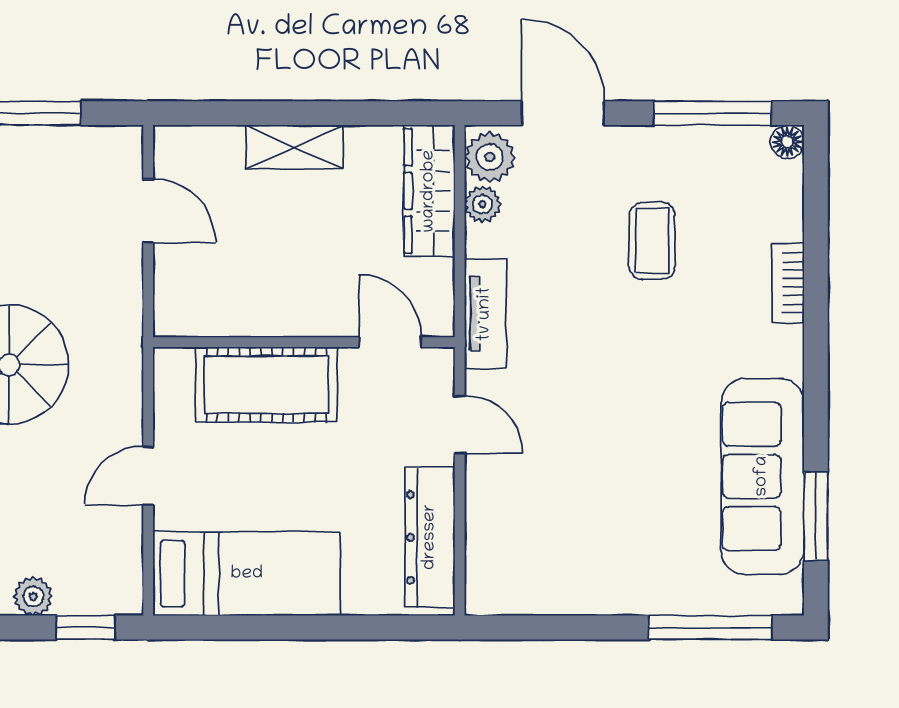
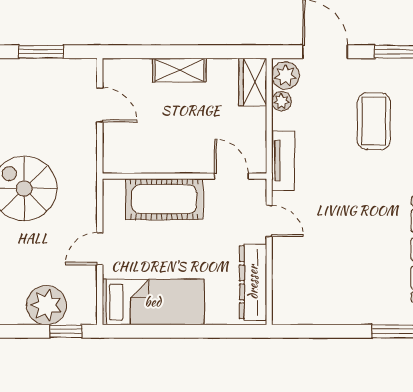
wardrobe: (429, 191) -> (253, 82), width x0.67
coffee table: (652, 241) -> (374, 121), width x1.36, depth x1.30
plant: (33, 596) -> (46, 305), width x1.88, depth x1.88

